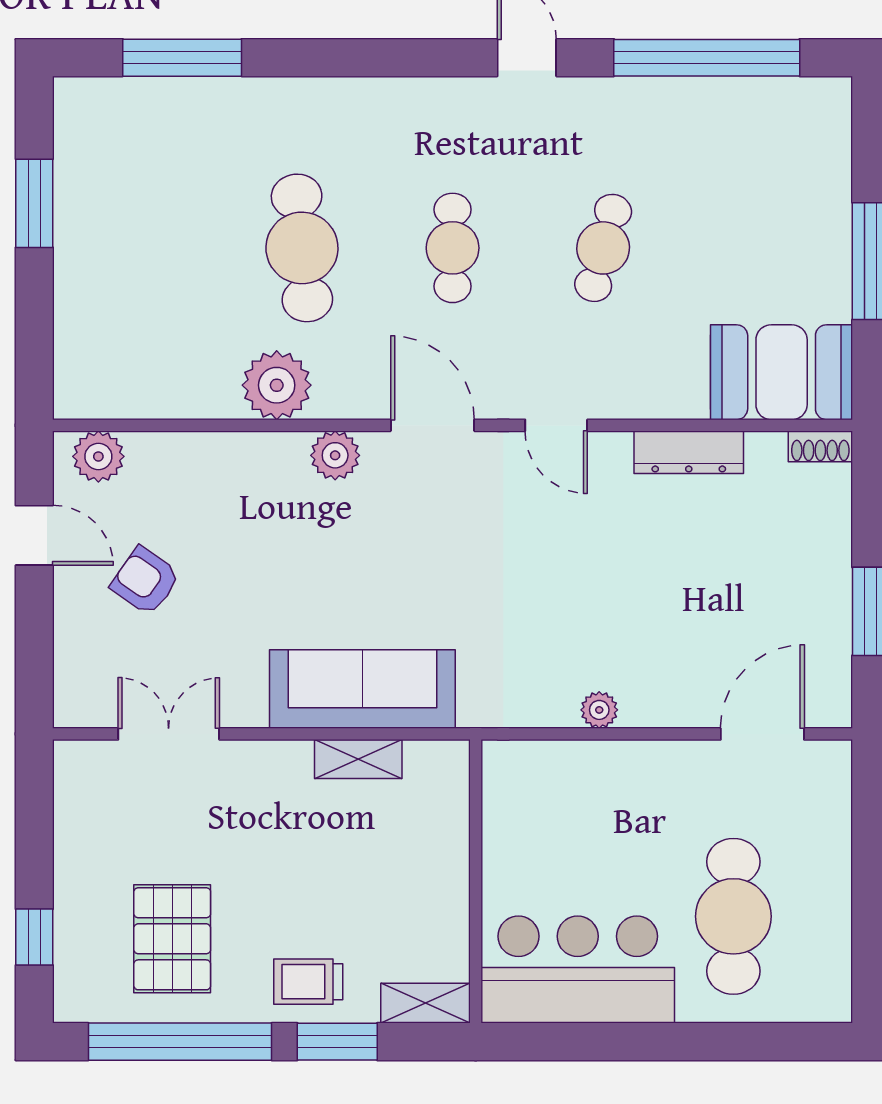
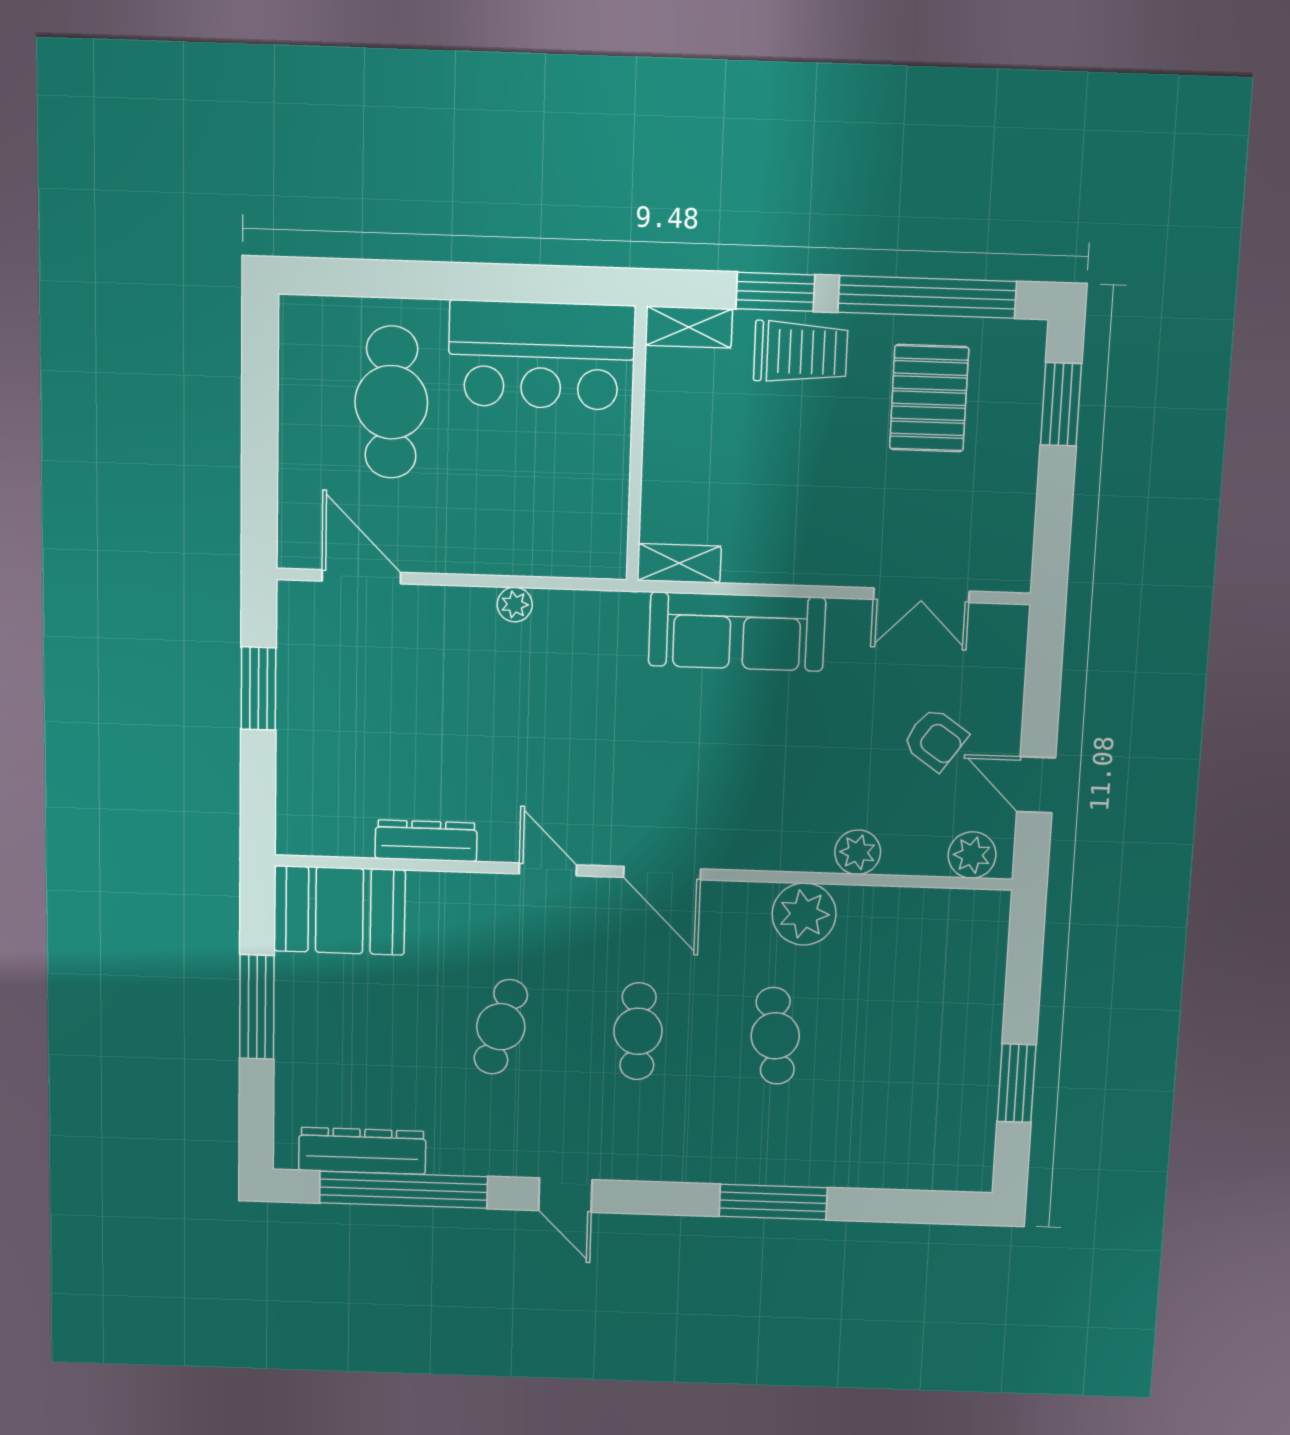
window: (182, 58) -> (773, 1202), moved
dresser: (753, 101) -> (362, 1151), added
cafe table: (302, 248) -> (775, 1036), width x0.73, depth x0.74
shoe rack: (820, 446) -> (304, 842), removed
plant: (335, 455) -> (858, 852), moved
door: (762, 734) -> (361, 577), swing flipped
shelving: (358, 759) -> (679, 563), moved
window: (34, 937) -> (1061, 404), width x1.50
trolley: (308, 982) -> (801, 352), width x1.36, depth x1.39

